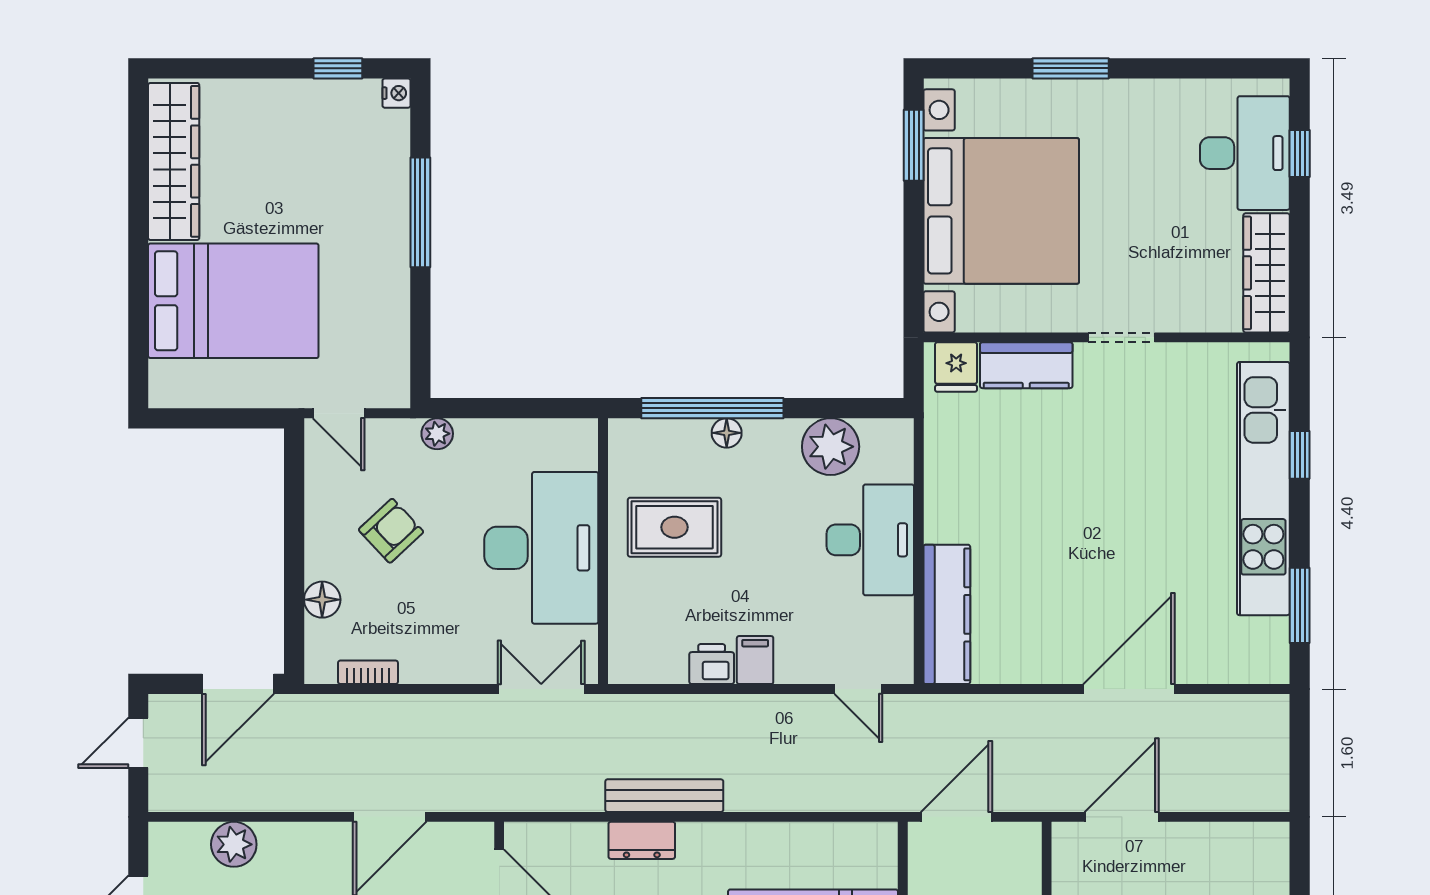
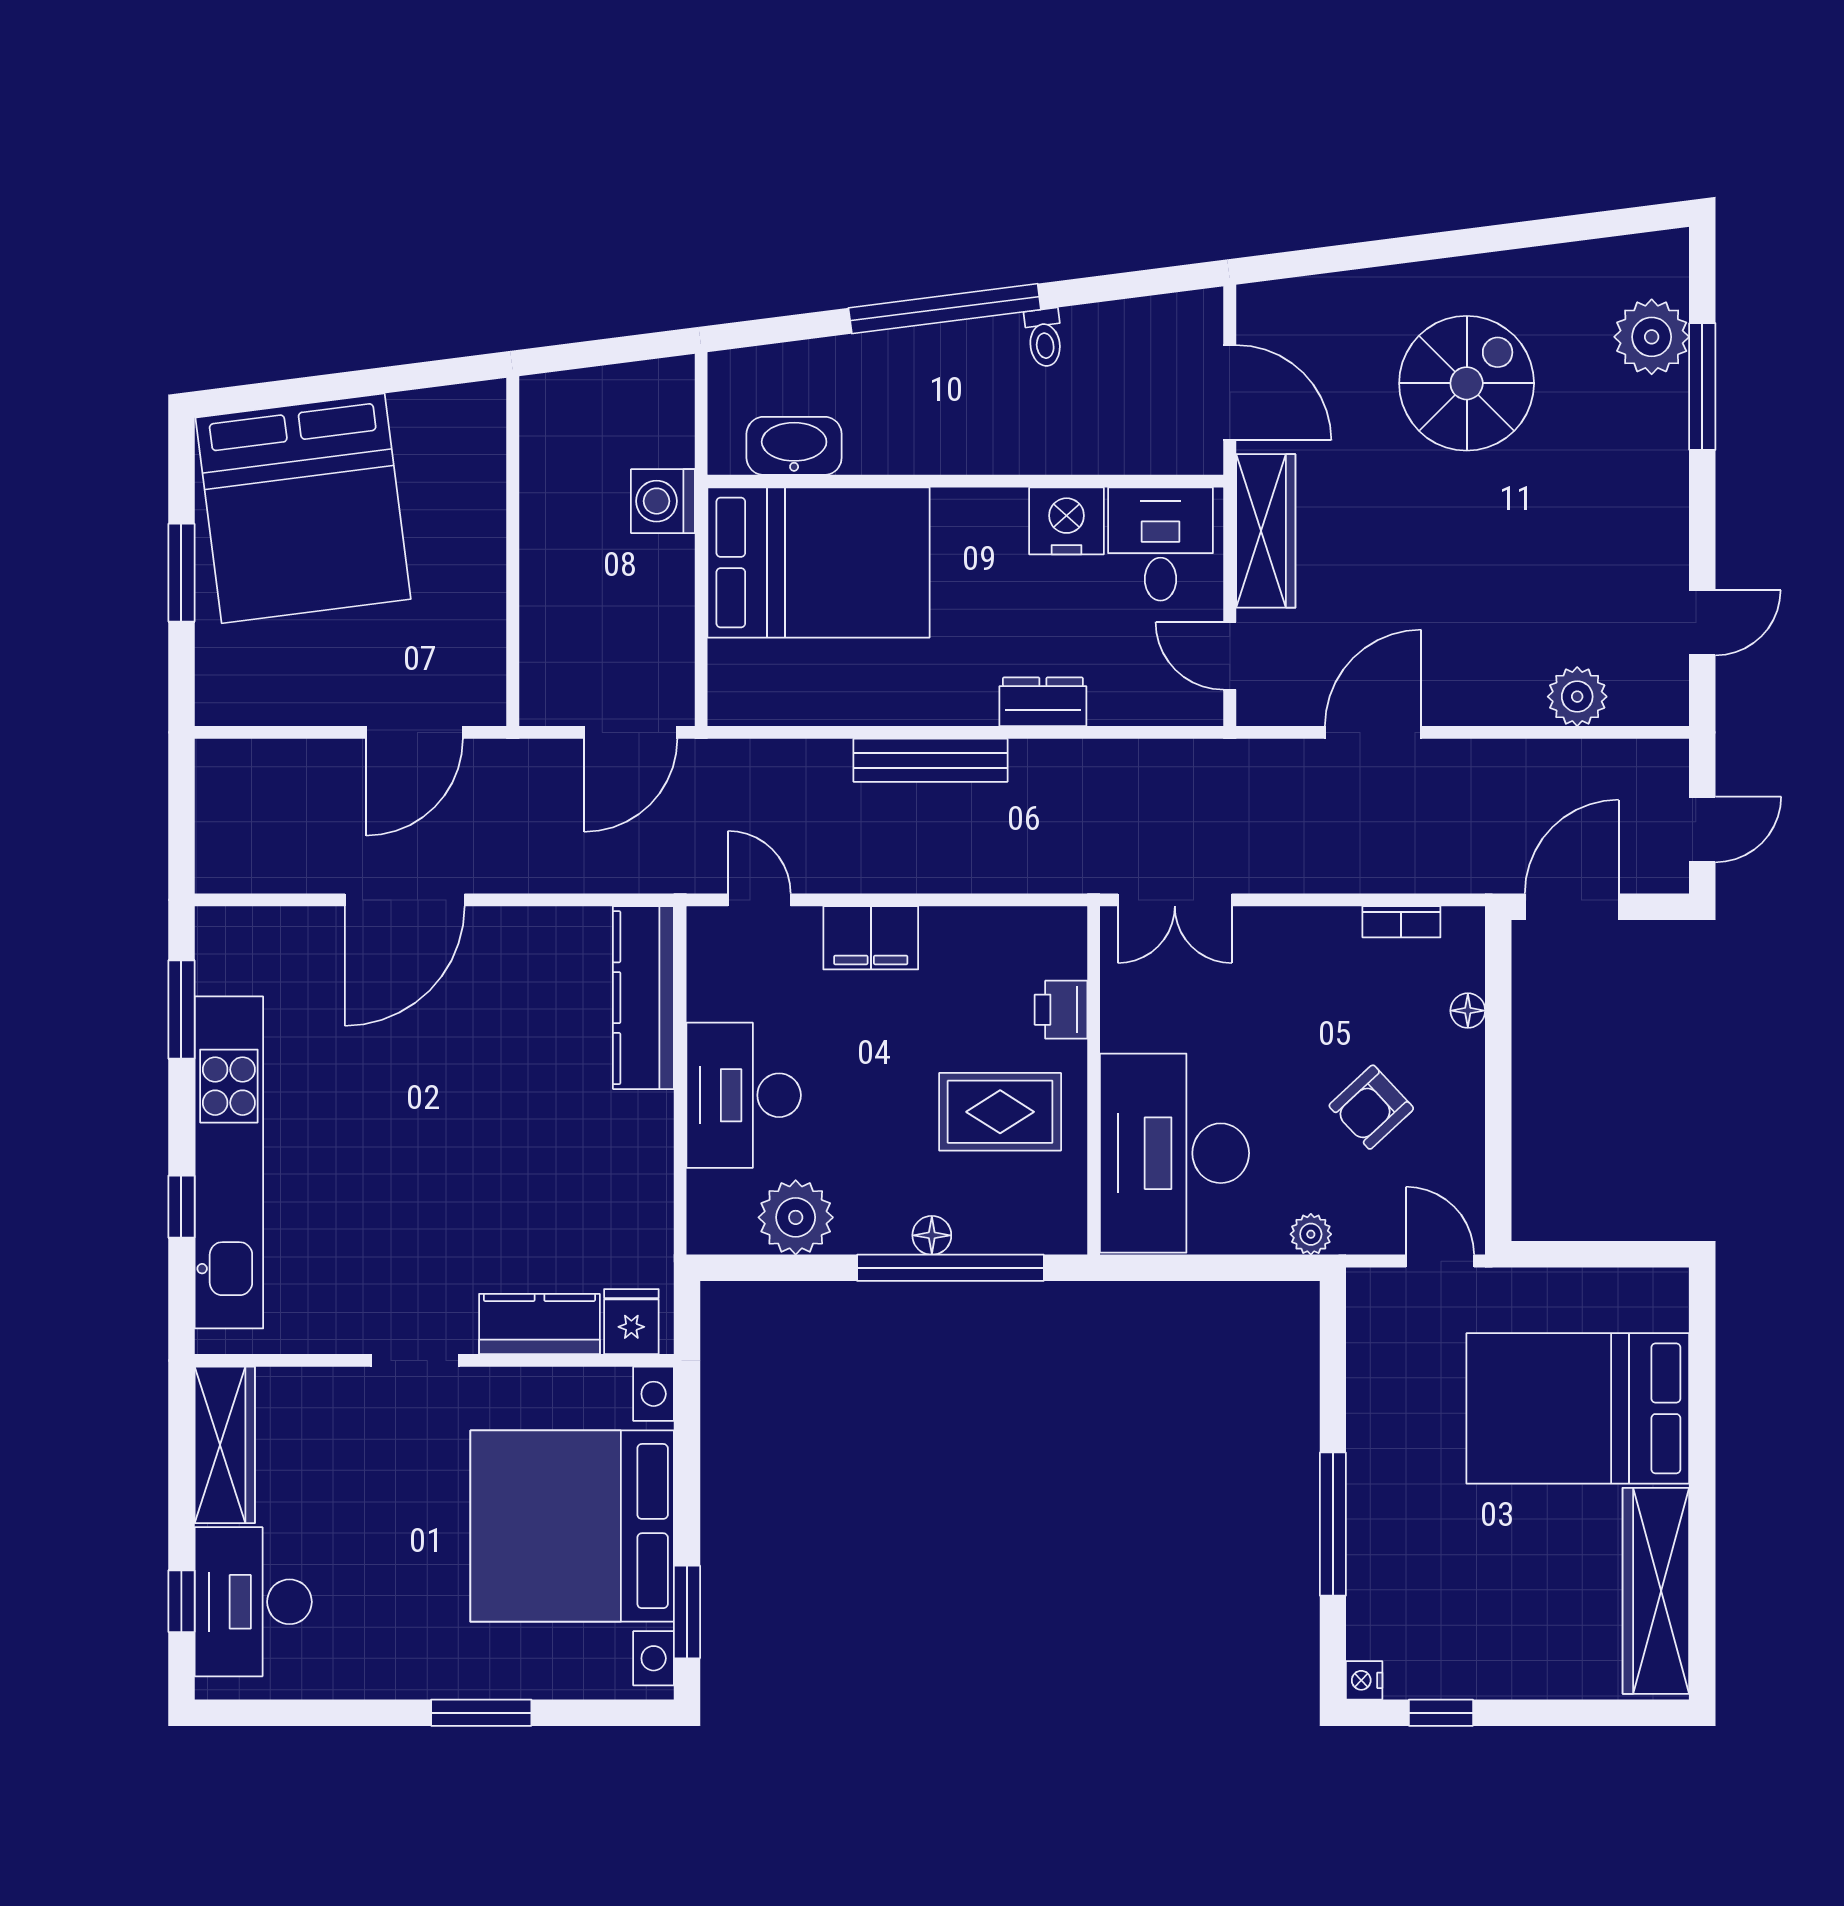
desk: (541, 548) -> (1174, 1153), moved
floor lamp: (322, 600) -> (1468, 1011), width x0.73, depth x0.73
filing cabinet: (755, 660) -> (871, 938), width x2.00
printer: (712, 664) -> (1061, 1010), moved, turned 90
bench: (664, 796) -> (930, 760), moved

